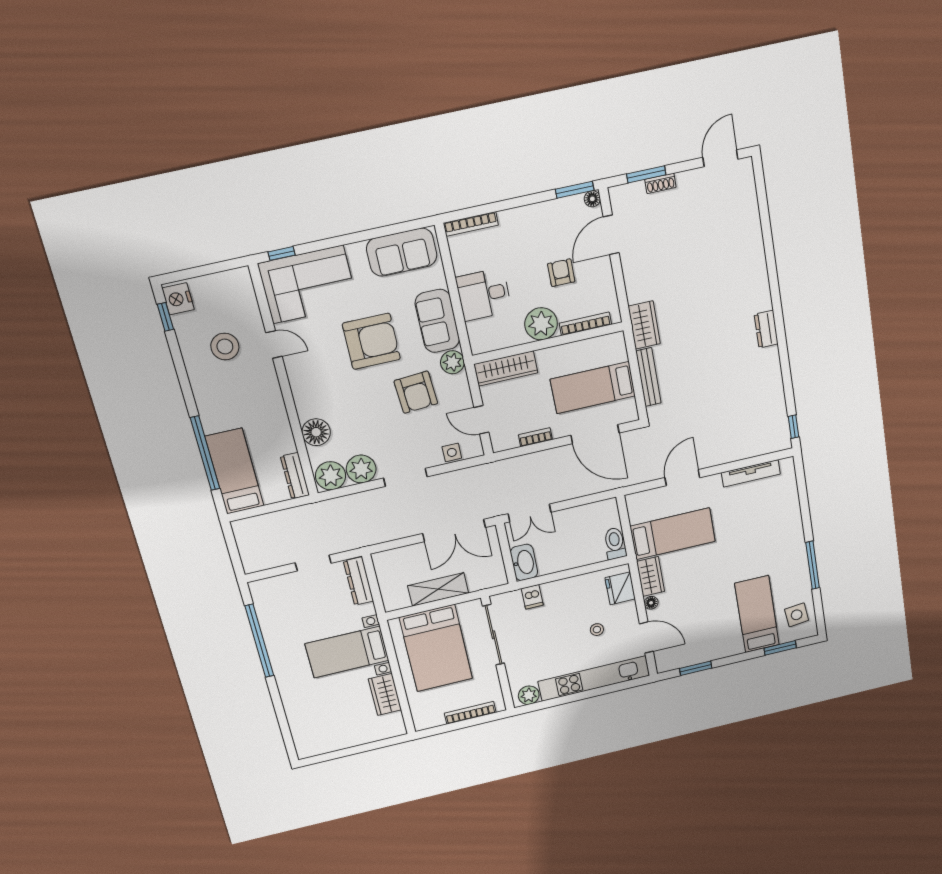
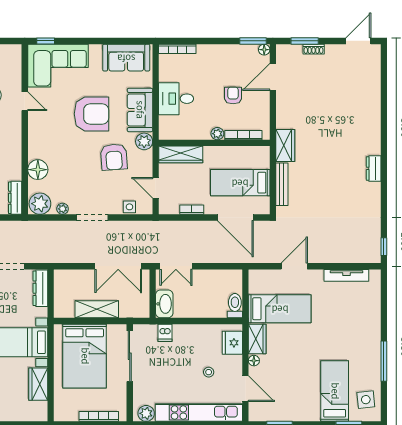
plant: (541, 324) -> (217, 134), width x0.53, depth x0.53
plant: (361, 469) -> (63, 209), width x0.53, depth x0.53

